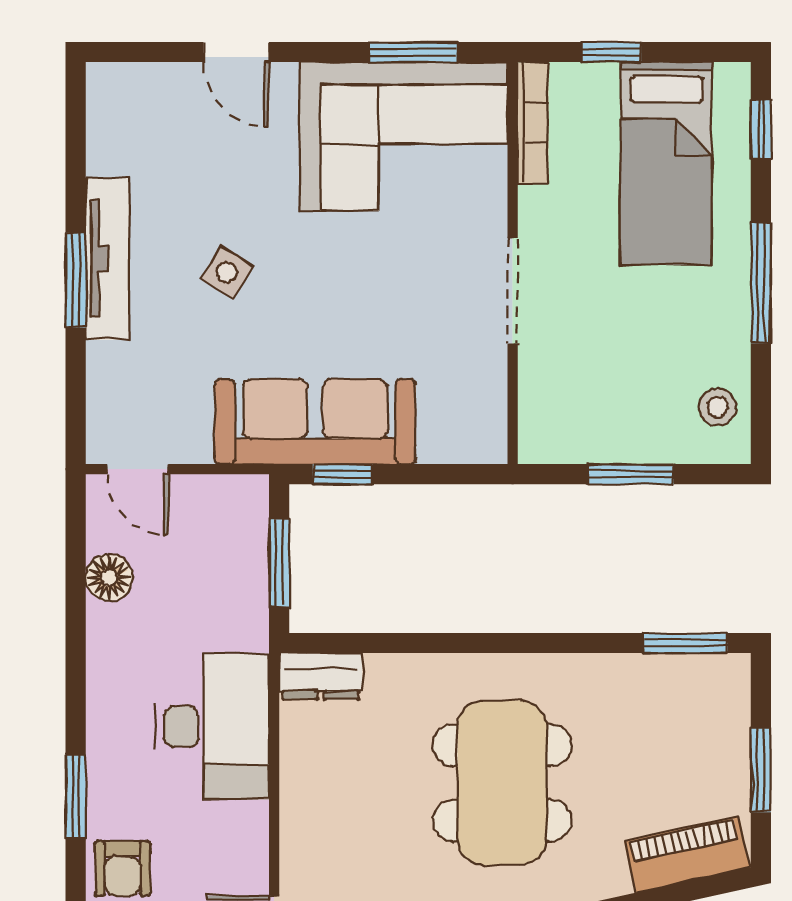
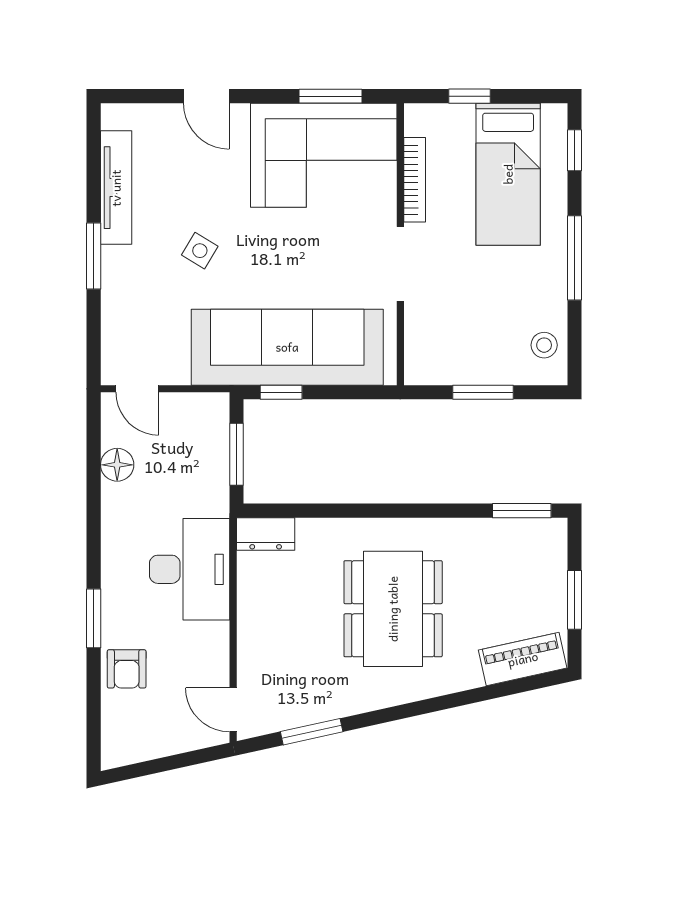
bookcase: (533, 123) -> (415, 180), moved
tv unit: (107, 259) -> (116, 188), moved
sofa: (315, 422) -> (287, 347), width x1.36, depth x1.27

